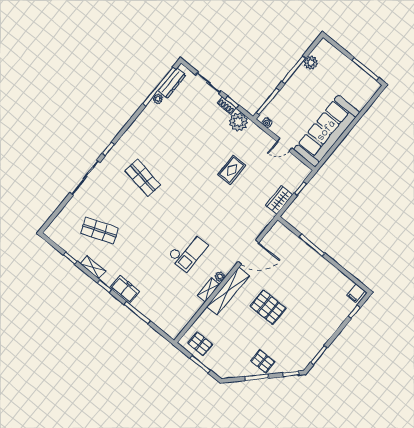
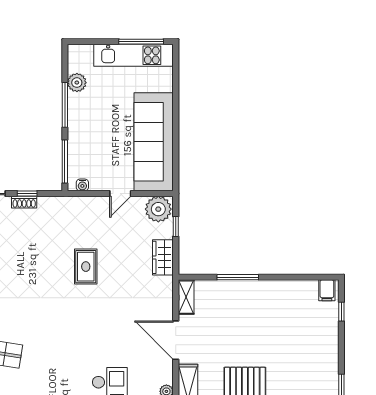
kitchen unit: (355, 73) -> (134, 55), added
plant: (238, 122) -> (158, 209), moved
shelving: (274, 233) -> (186, 297), added
door: (248, 252) -> (176, 340), swing flipped

